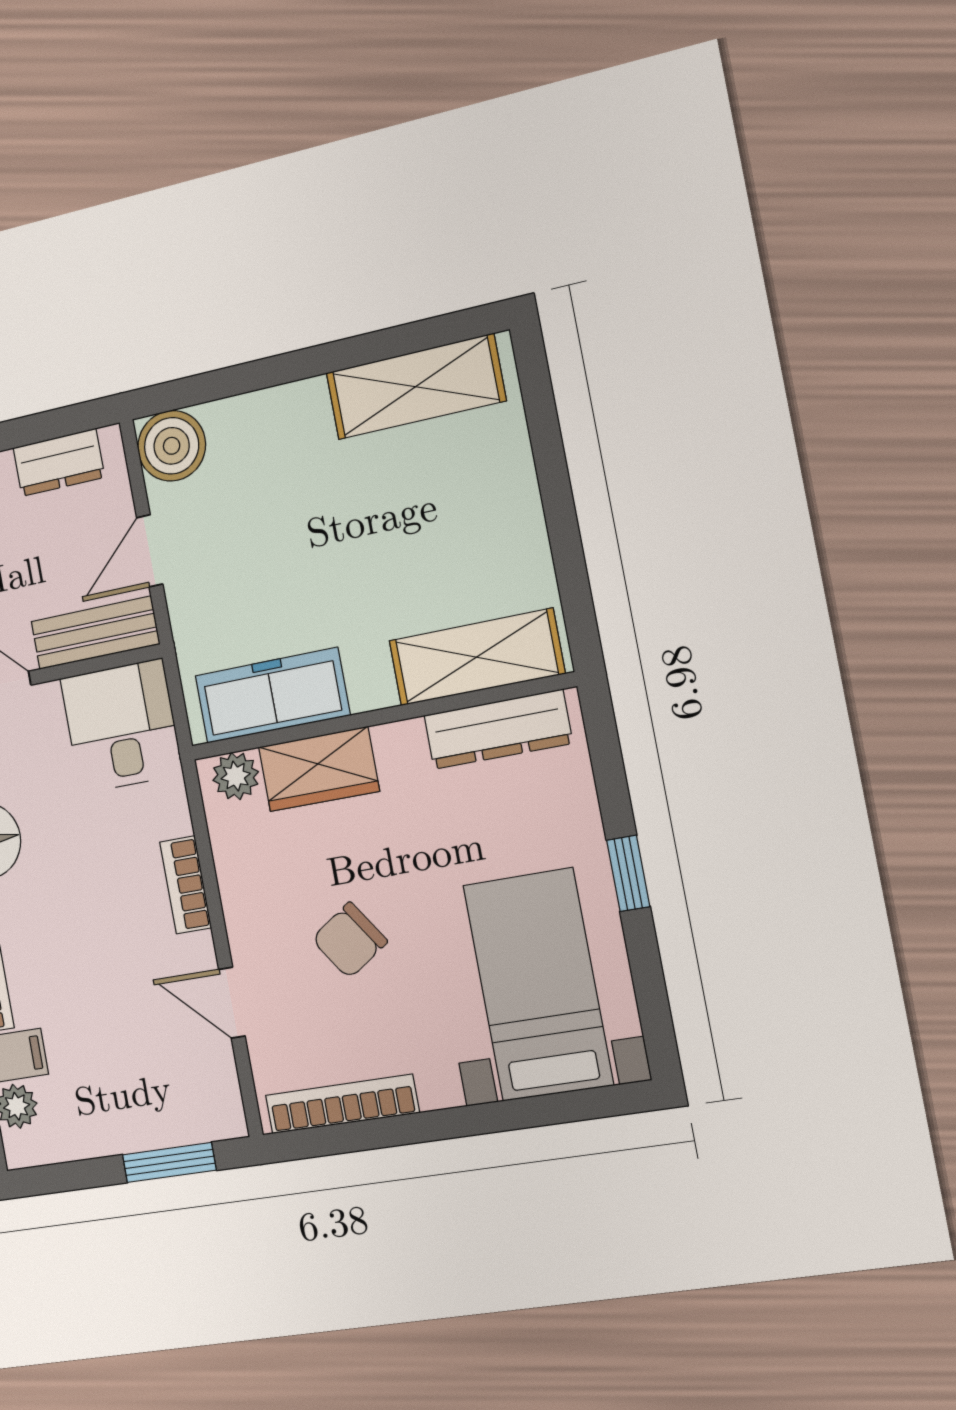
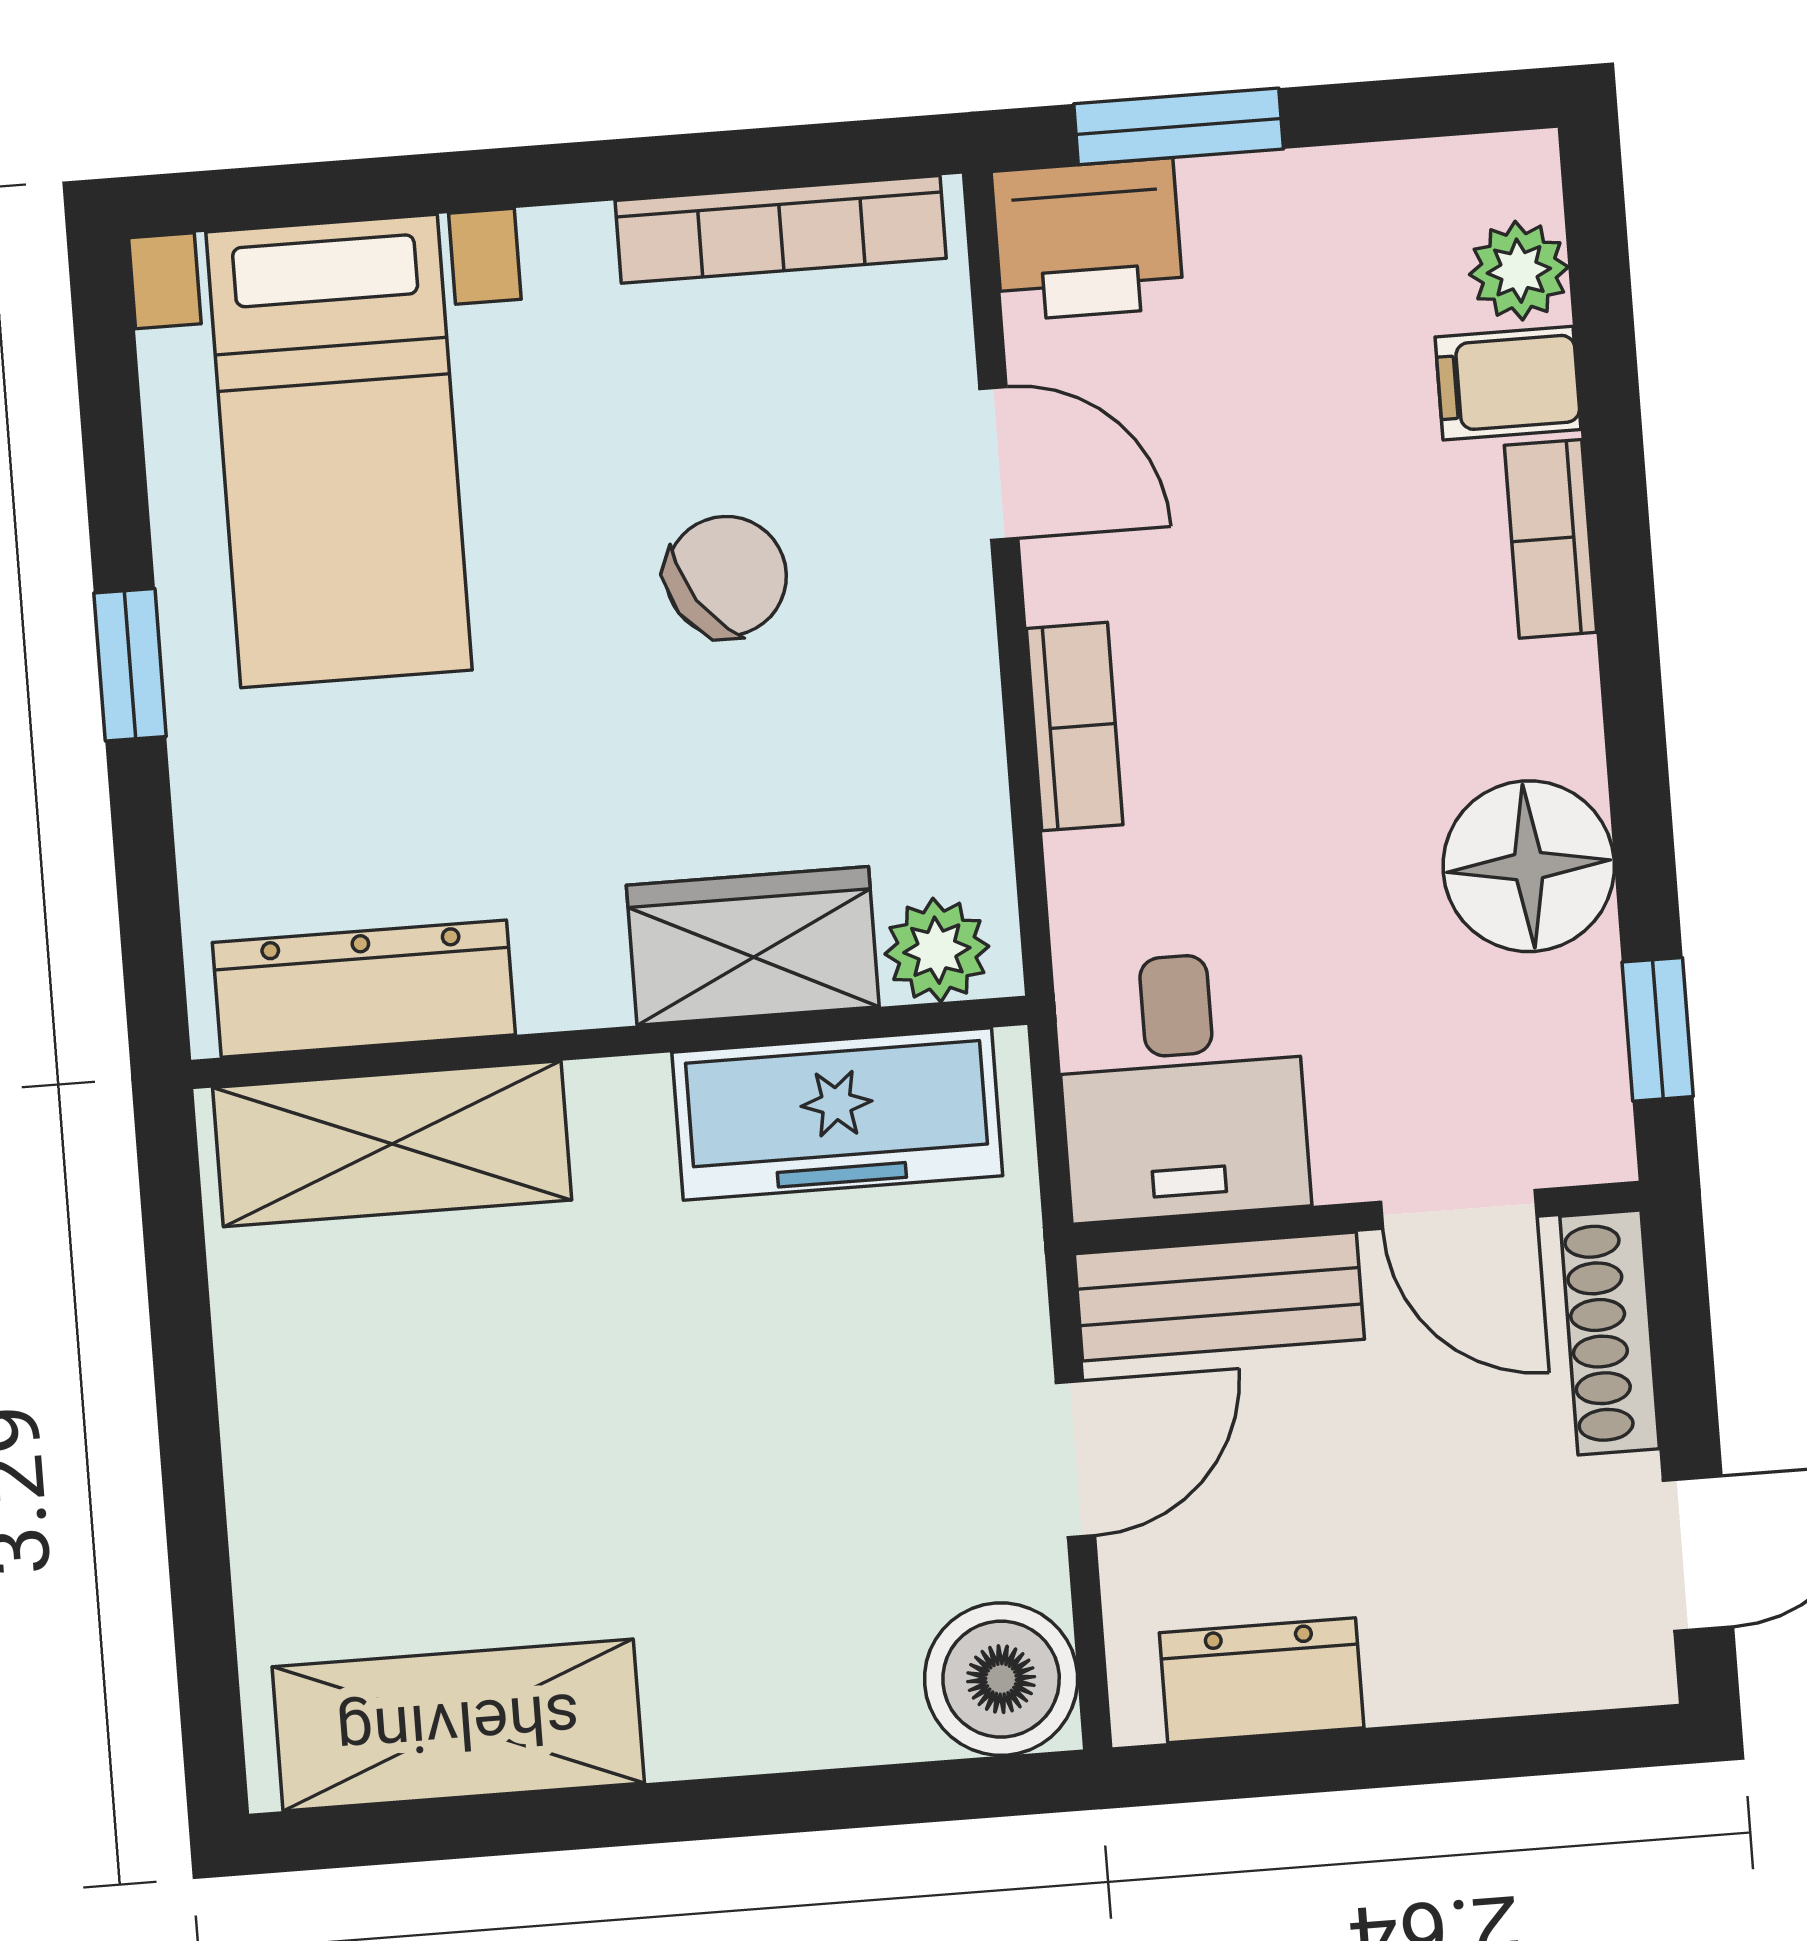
printer: (204, 1108) -> (1088, 239), added

